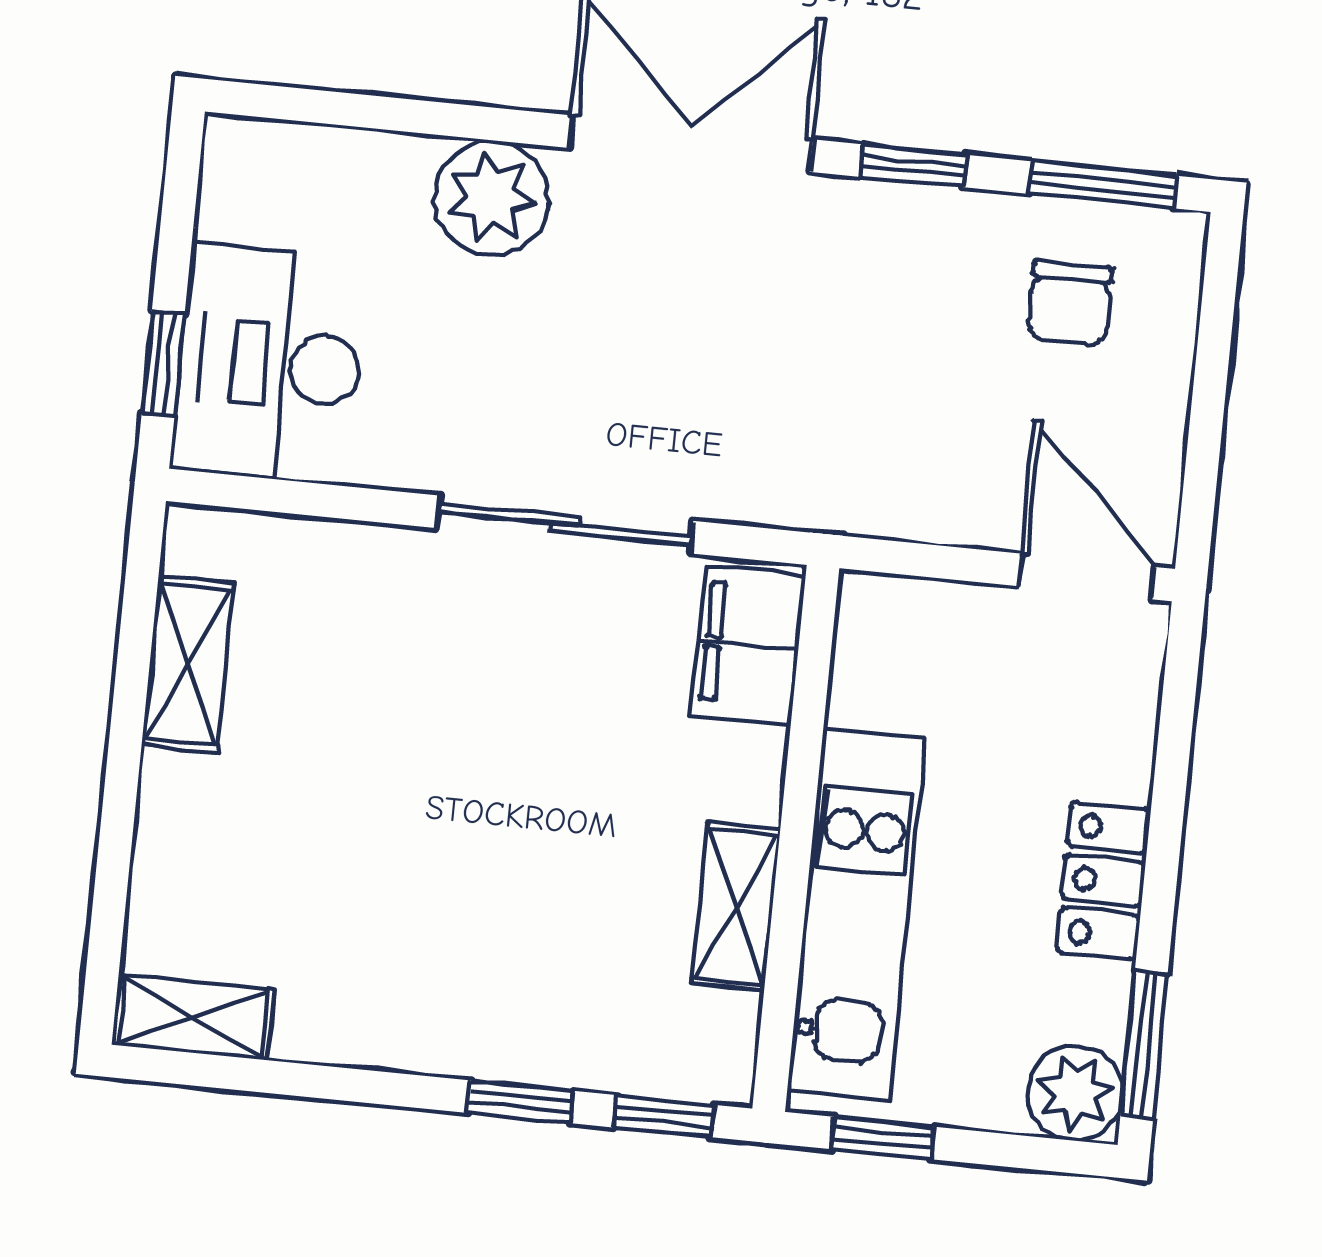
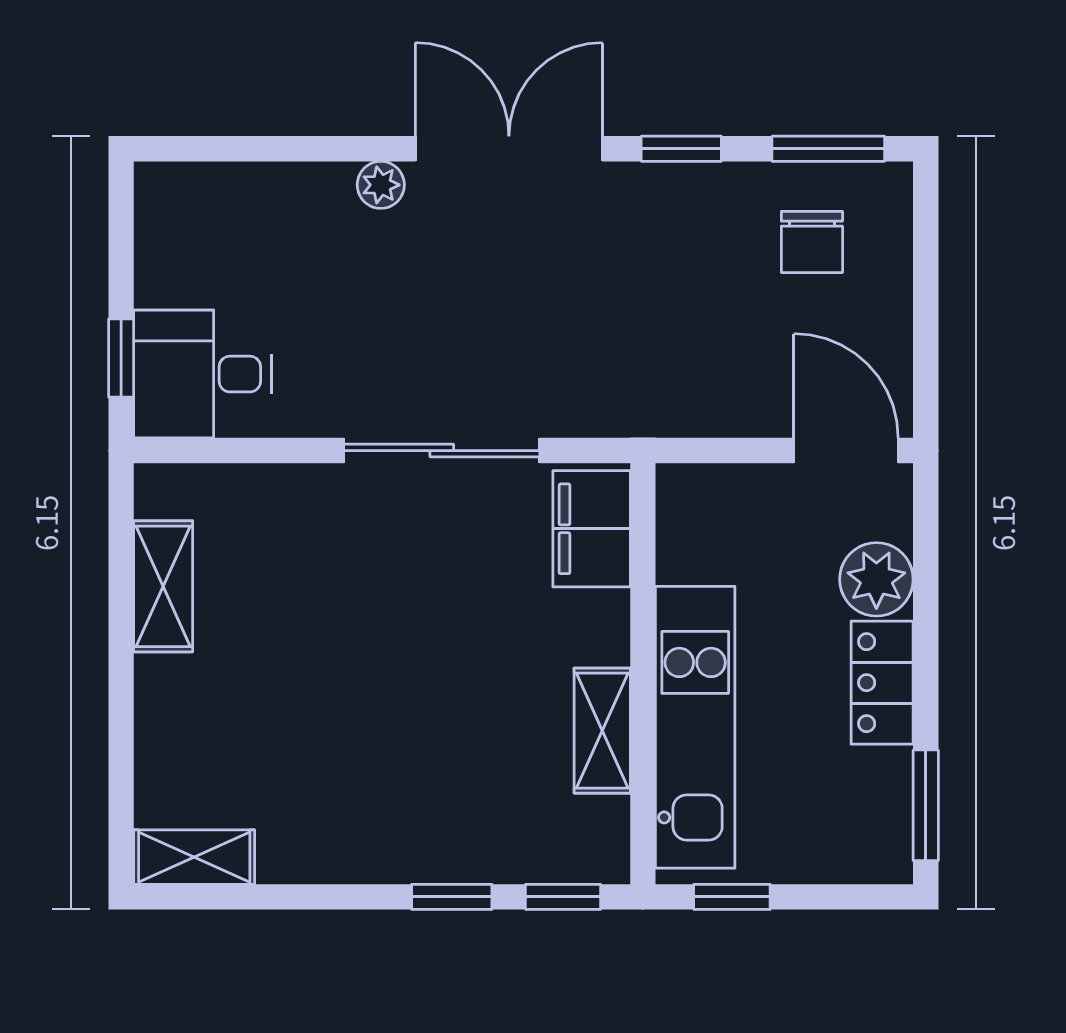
plant: (491, 198) -> (381, 185), width x0.53, depth x0.53
desk: (269, 364) -> (203, 374), width x0.73
plant: (1075, 1093) -> (876, 579), moved

